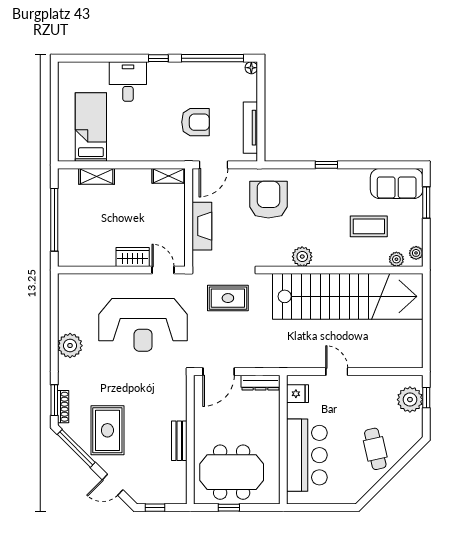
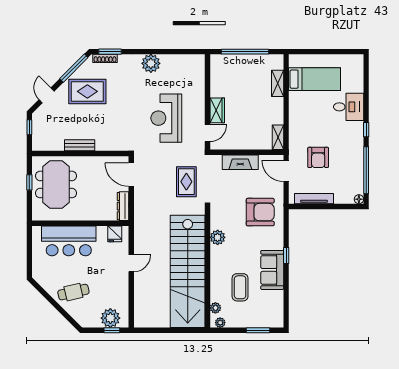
sofa: (397, 184) -> (272, 270), moved
reception desk: (143, 325) -> (166, 118), width x0.74, depth x0.77

